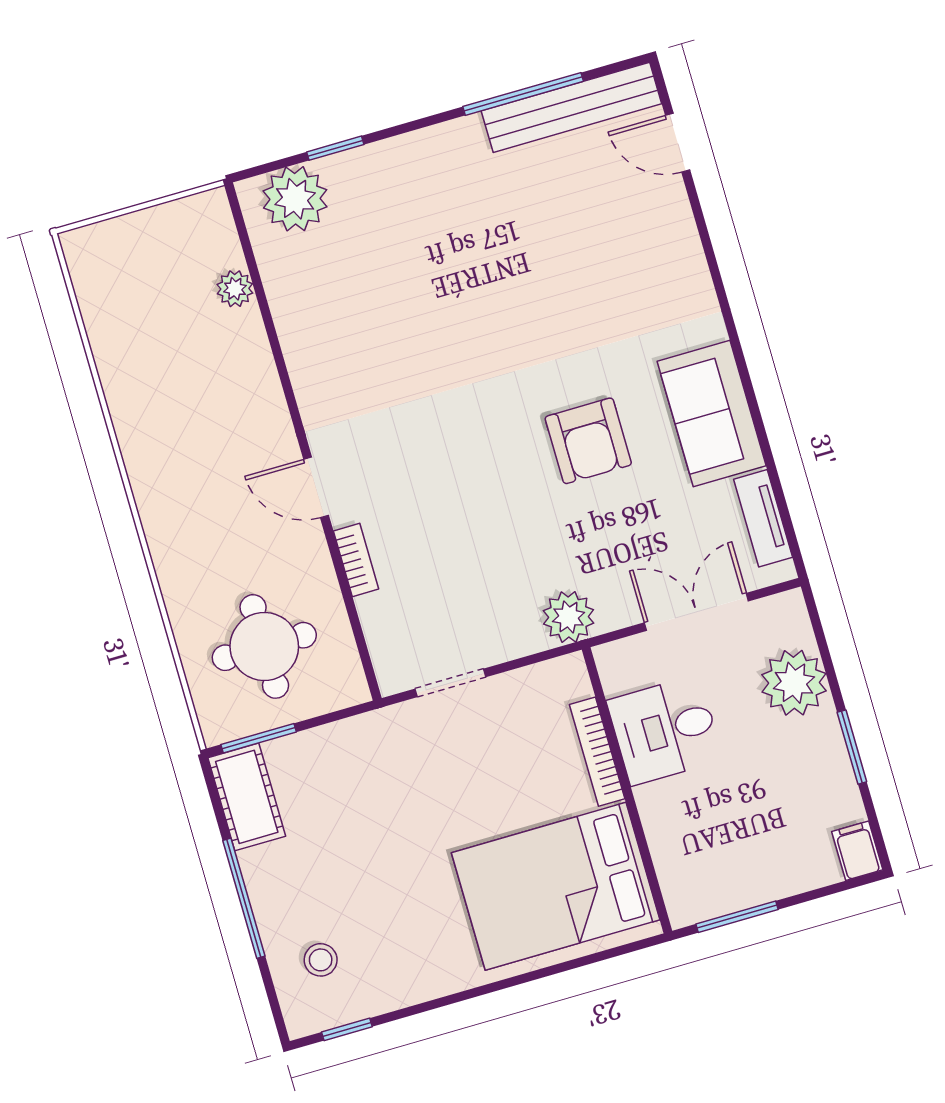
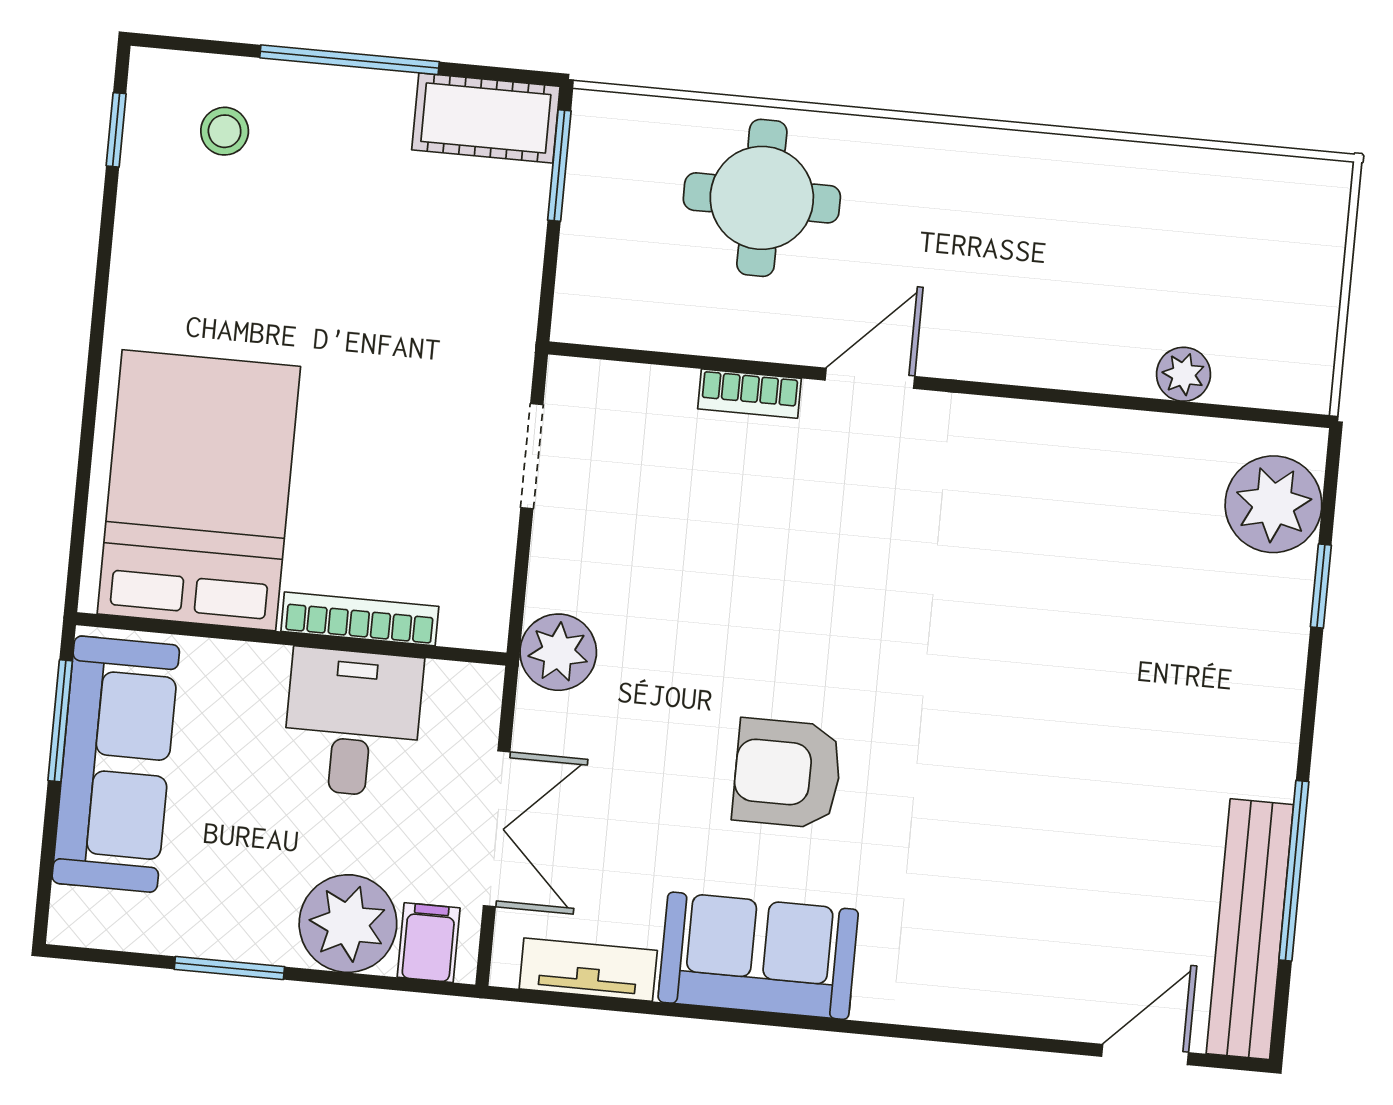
round table: (264, 646) -> (762, 198), moved
filing cabinet: (857, 851) -> (429, 943), moved, turned -90
sofa: (751, 871) -> (116, 764), added

